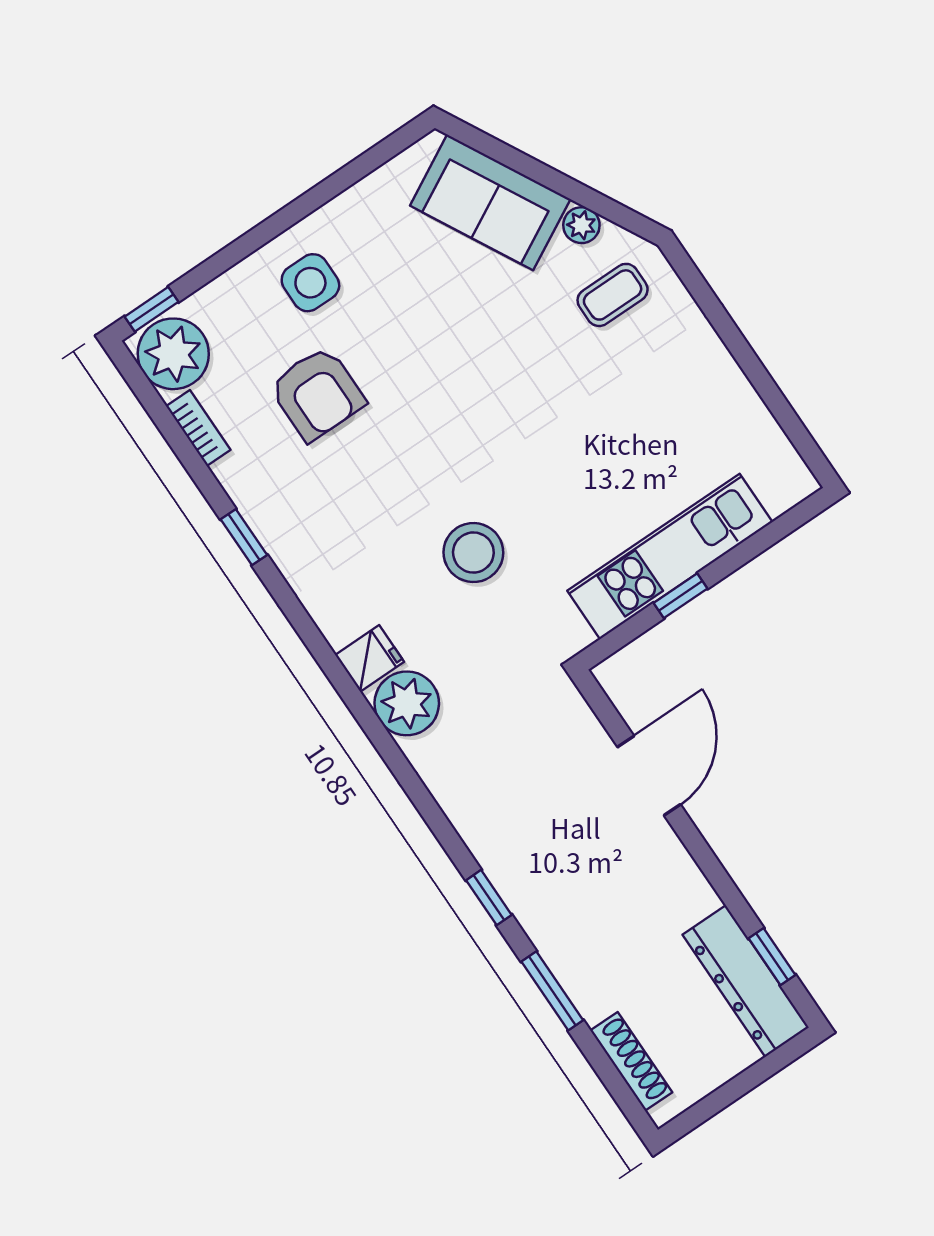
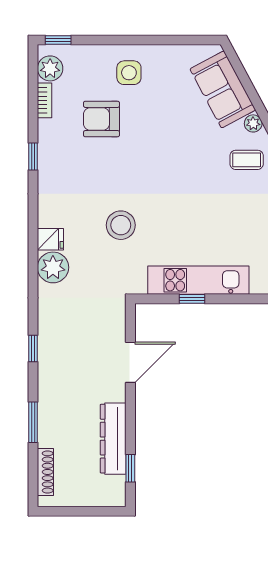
plant: (173, 354) -> (50, 68), width x0.73, depth x0.73
armchair: (317, 394) -> (101, 119), turned 90
window: (489, 898) -> (33, 348), moved
dresser: (746, 981) -> (113, 439), moved

